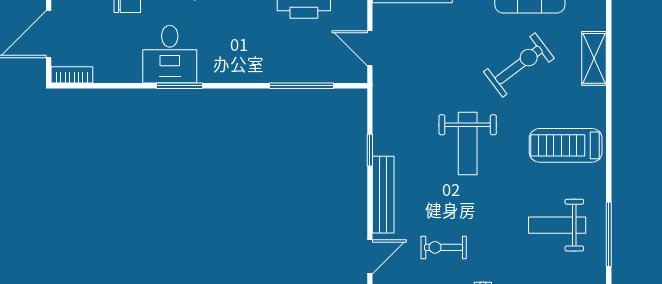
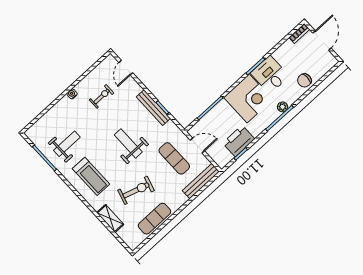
corner desk: (233, 49) -> (248, 98), added
exercise mat: (421, 60) -> (174, 158), added
exercise bike: (519, 65) -> (136, 190), turned -126
treadmill: (566, 145) -> (91, 176), turned 90
bench: (383, 195) -> (153, 108), moved

